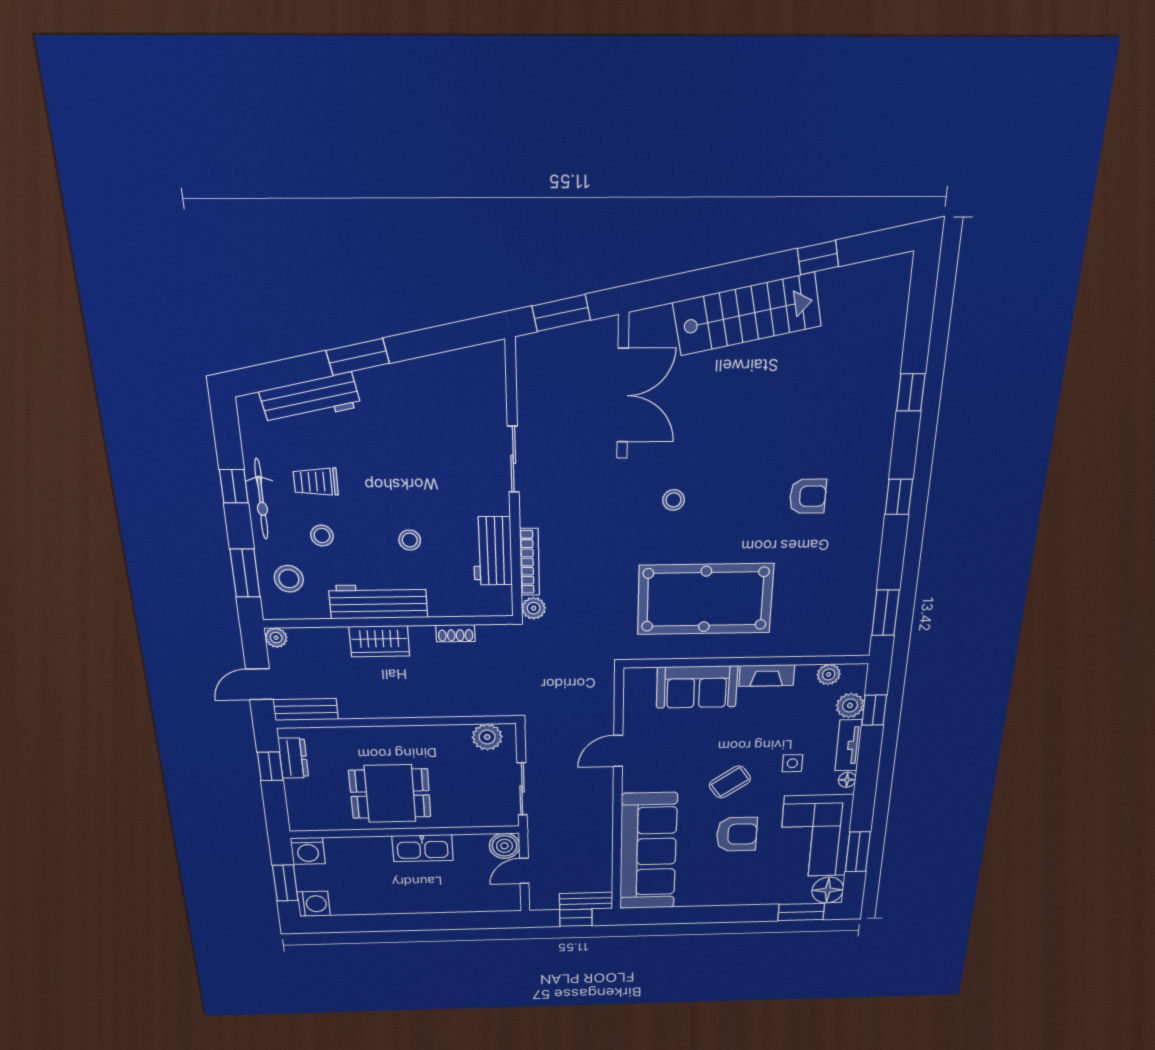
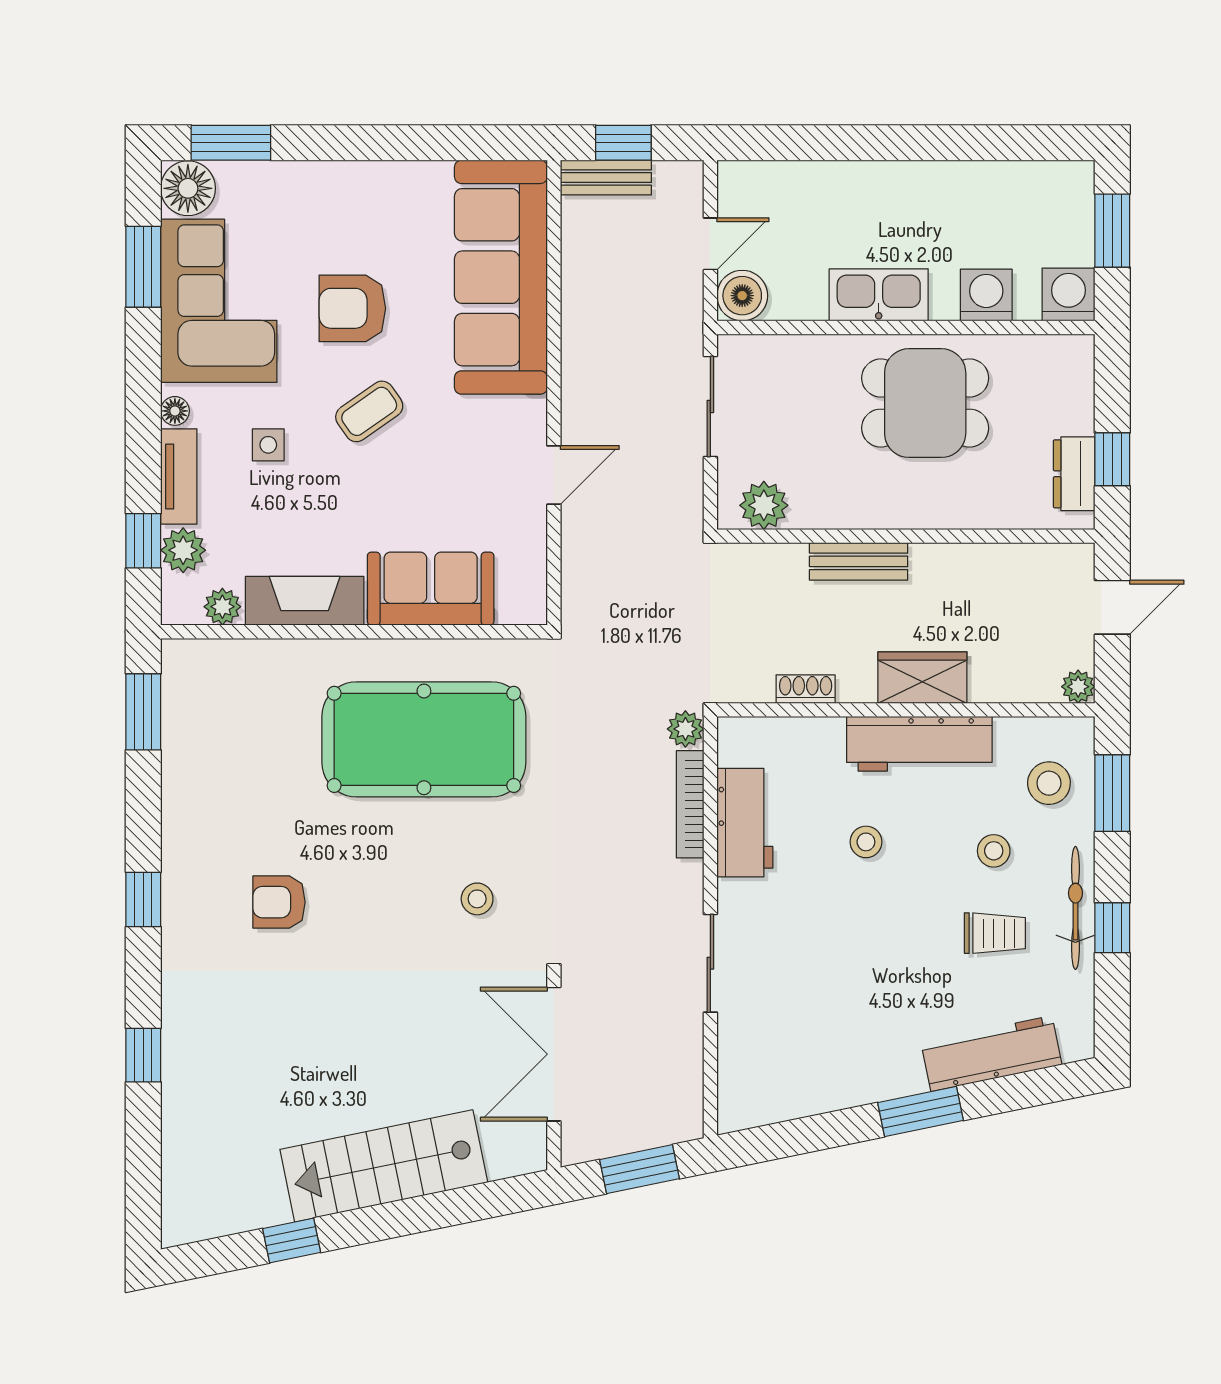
fireplace: (767, 675) -> (305, 601), width x1.37, depth x1.32
bench: (306, 709) -> (859, 561), moved
washing machine: (314, 904) -> (986, 295), moved, turned 90

